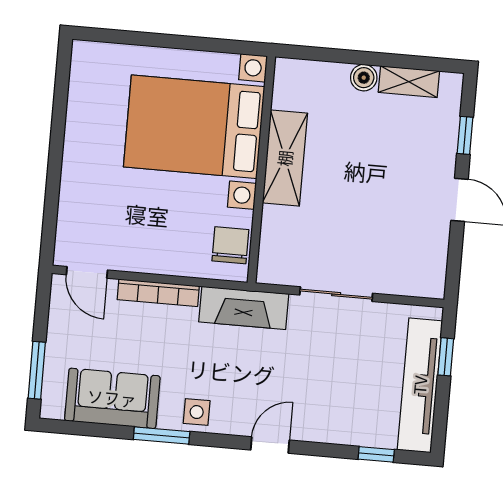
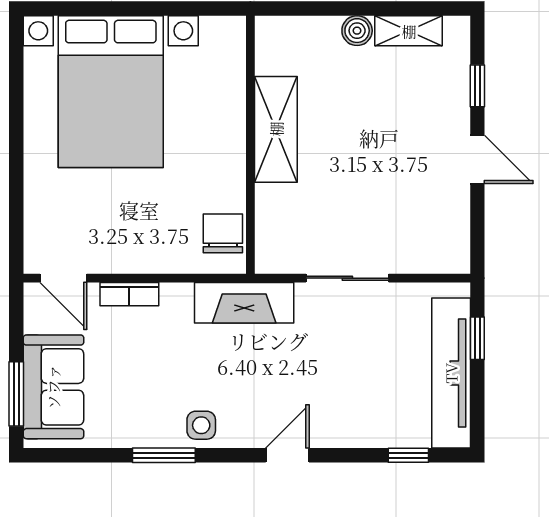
bed with nightstands: (194, 127) -> (111, 92), moved, turned -90
bookcase: (158, 293) -> (129, 294), width x0.64
sofa: (112, 398) -> (53, 387), moved, turned 90

